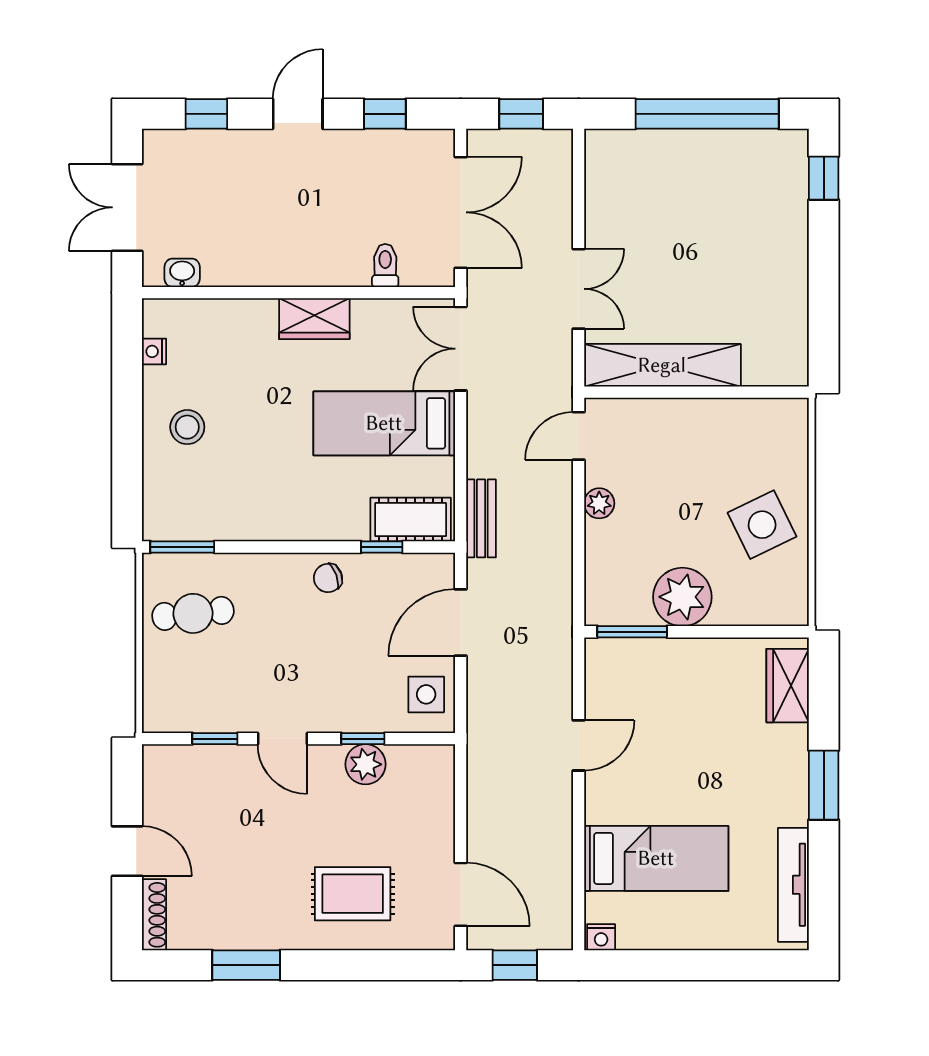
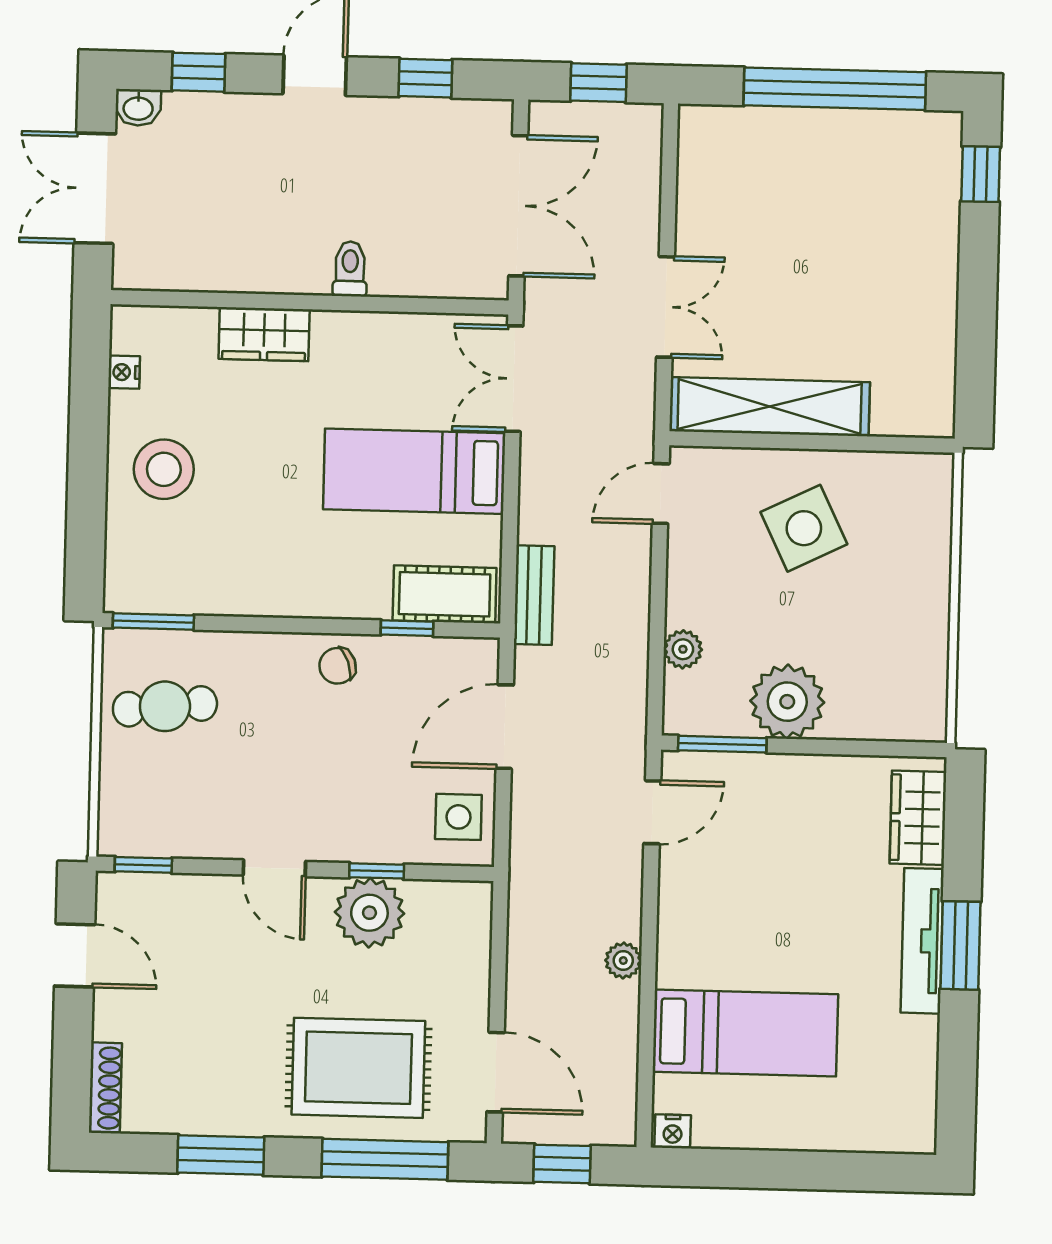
toilet: (385, 266) -> (350, 269), moved
washbasin: (182, 273) -> (138, 108), moved, turned 180
wardrobe: (314, 319) -> (264, 334), moved
stool: (187, 427) -> (164, 469), width x1.38, depth x1.38
plant: (599, 503) -> (683, 649), moved
side table: (762, 525) -> (804, 528), moved
window: (215, 739) -> (143, 865), moved
door: (579, 745) -> (652, 812), moved
plant: (365, 764) -> (369, 913), width x1.36, depth x1.36
plant: (559, 804) -> (623, 961), added
door: (127, 851) -> (75, 955), moved
tv unit: (793, 885) -> (922, 941), moved
rug: (353, 894) -> (358, 1068), width x1.36, depth x1.43
window: (375, 965) -> (385, 1159), added

